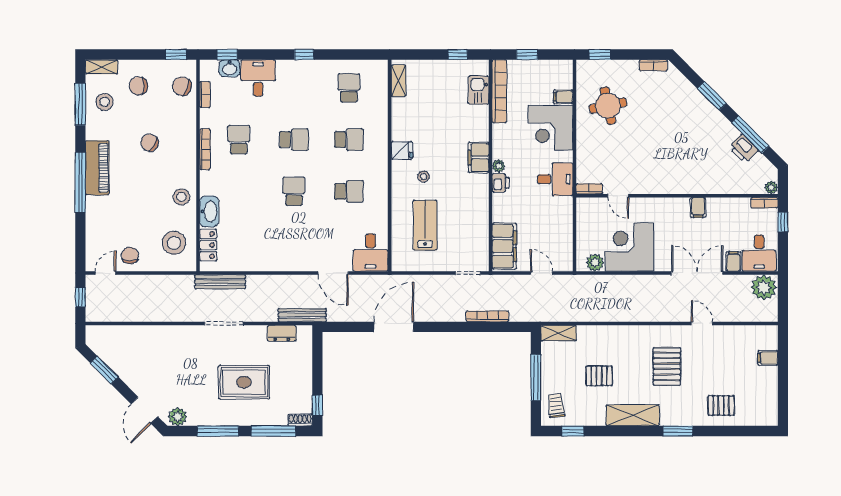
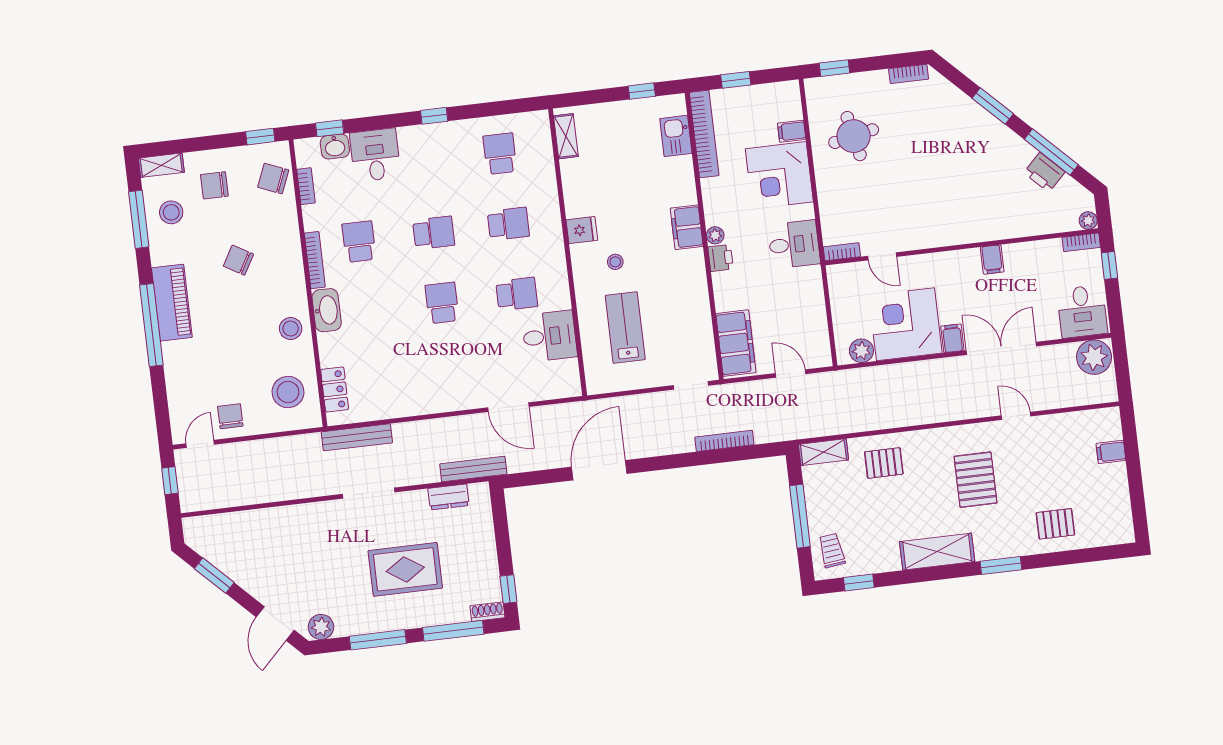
washbasin: (209, 211) -> (327, 310), moved
desk: (371, 253) -> (549, 336), moved, turned -90
filing cabinet: (733, 261) -> (952, 338), moved
pallet: (599, 376) -> (884, 463), moved

